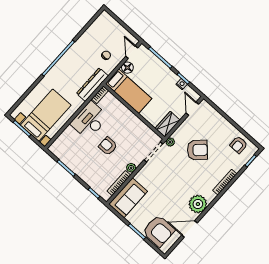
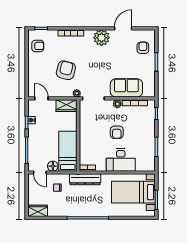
wardrobe: (102, 22) -> (38, 211), added
door: (132, 52) -> (40, 172), hinge flipped
door: (192, 109) -> (41, 98), swing flipped
desk: (89, 120) -> (121, 160), moved
armchair: (197, 150) -> (66, 70), turned 58
sofa: (128, 198) -> (126, 88), moved
door: (189, 229) -> (123, 28), swing flipped
armchair: (159, 231) -> (143, 48), width x0.53, depth x0.53

